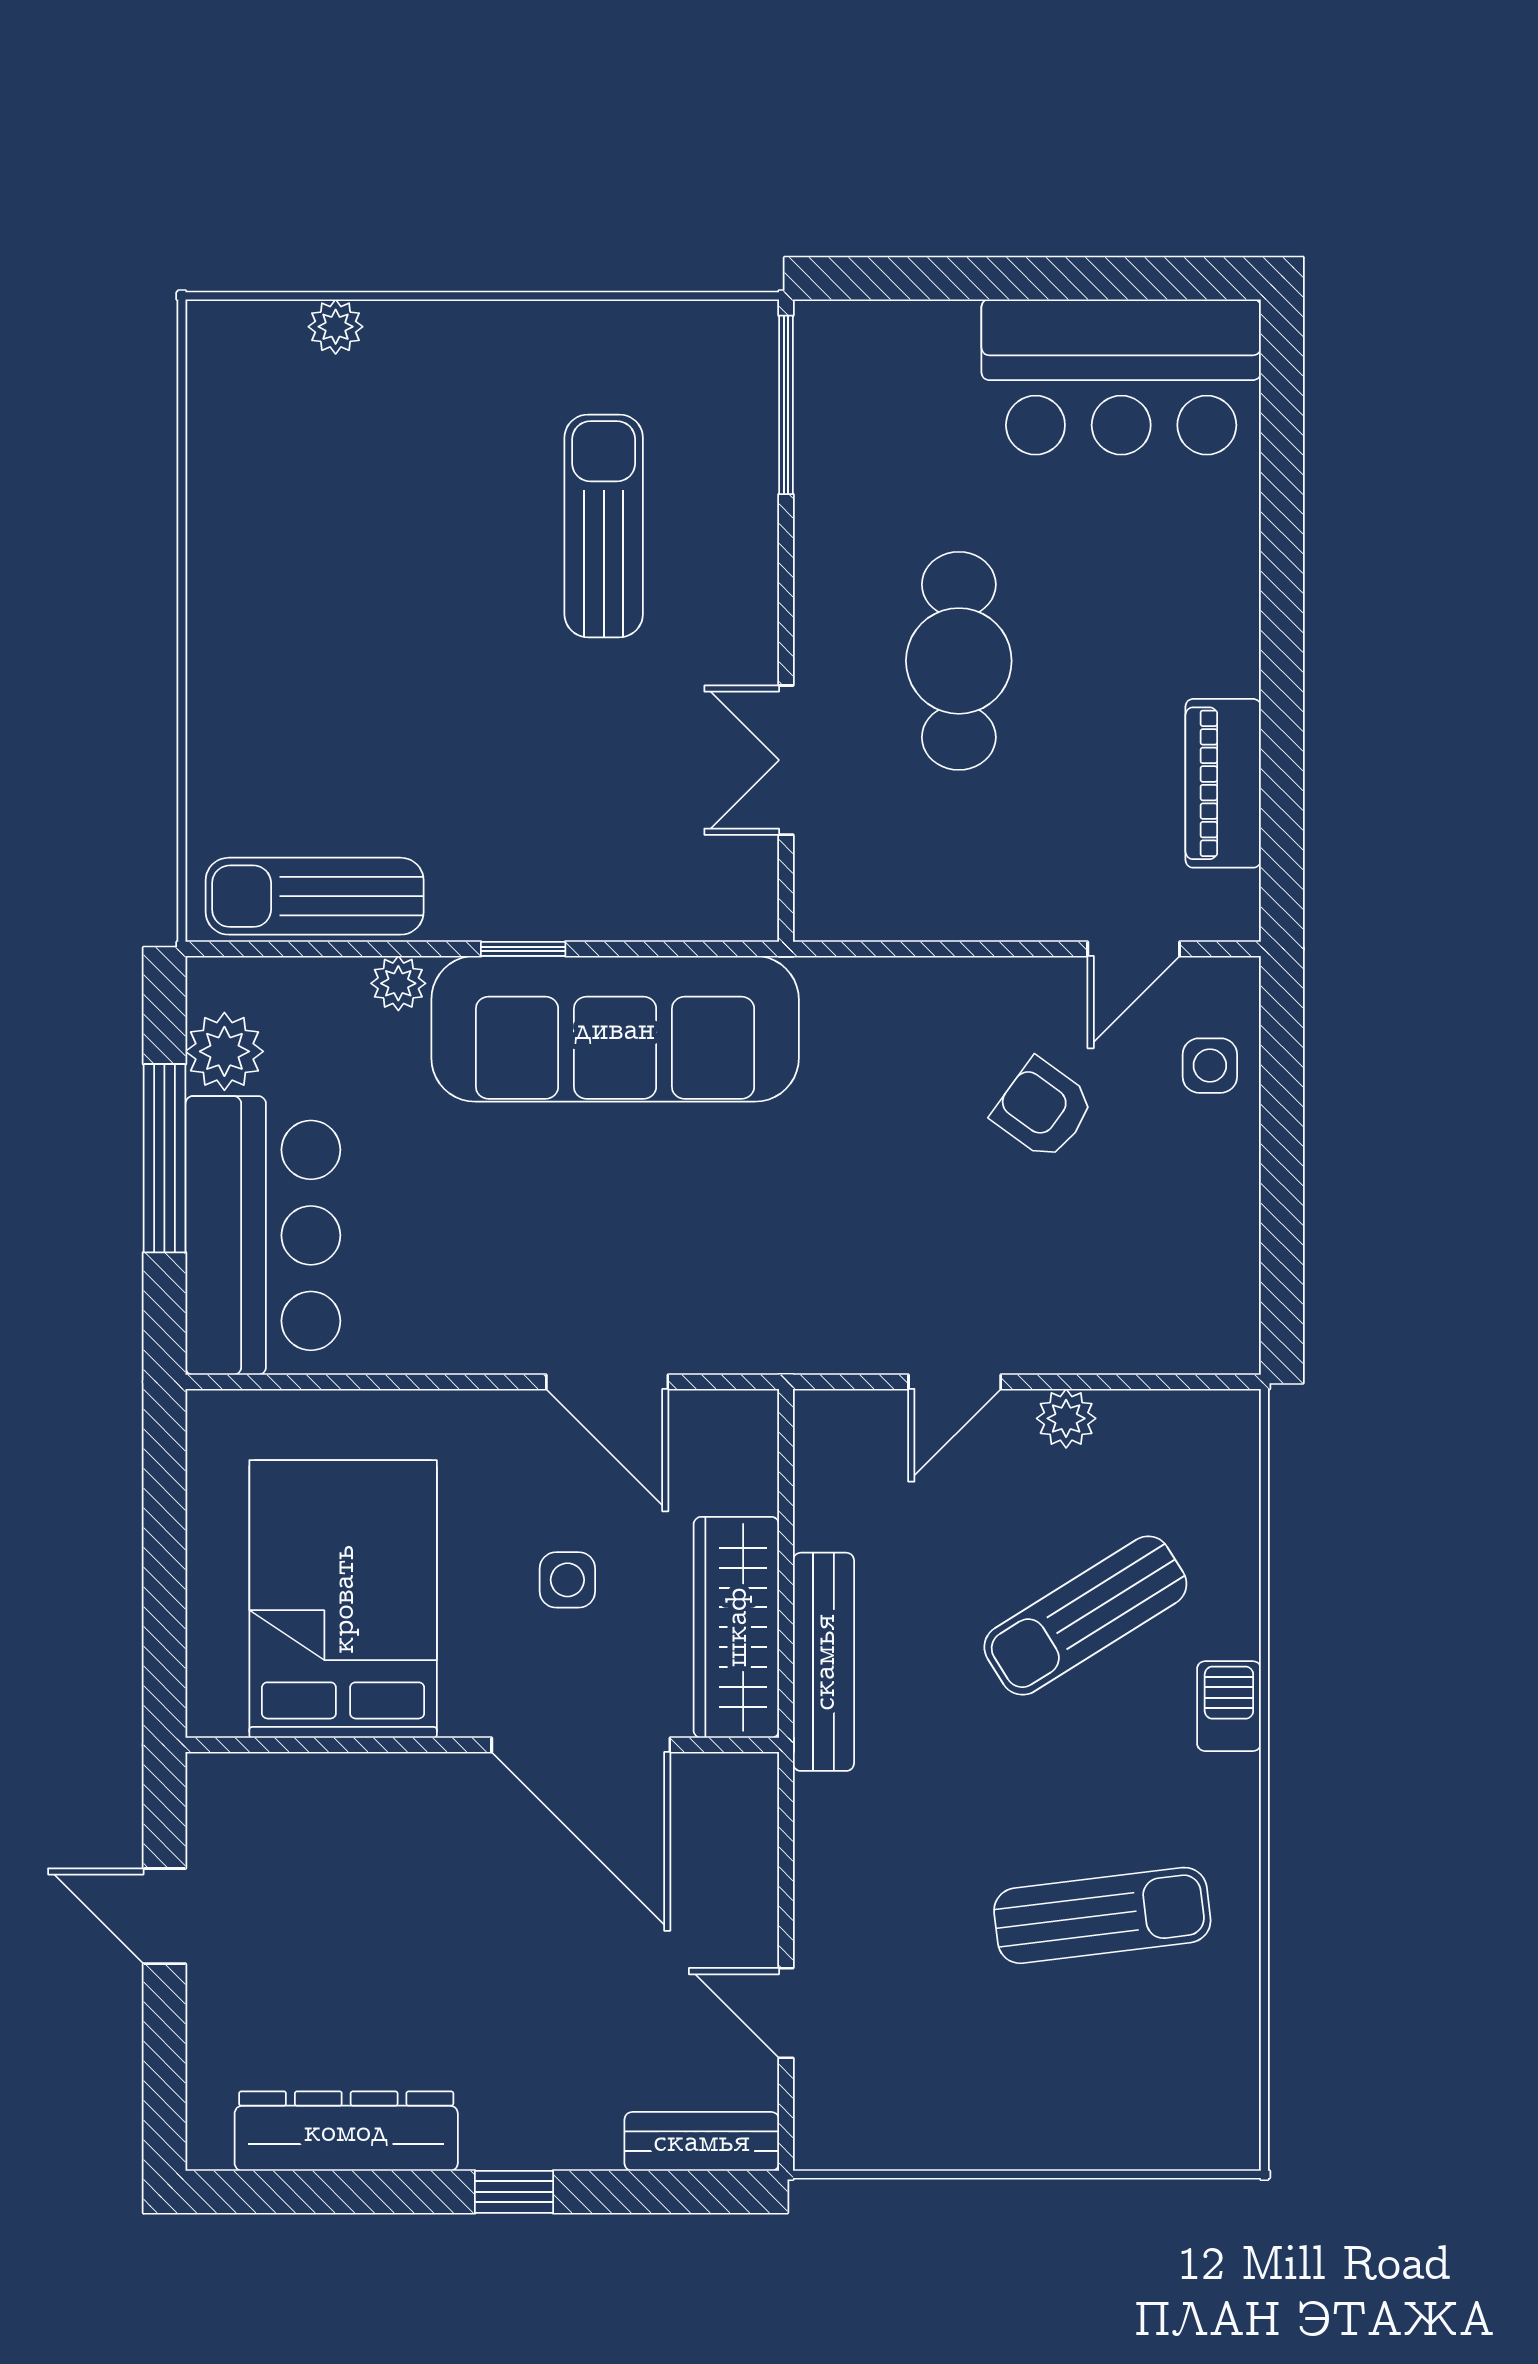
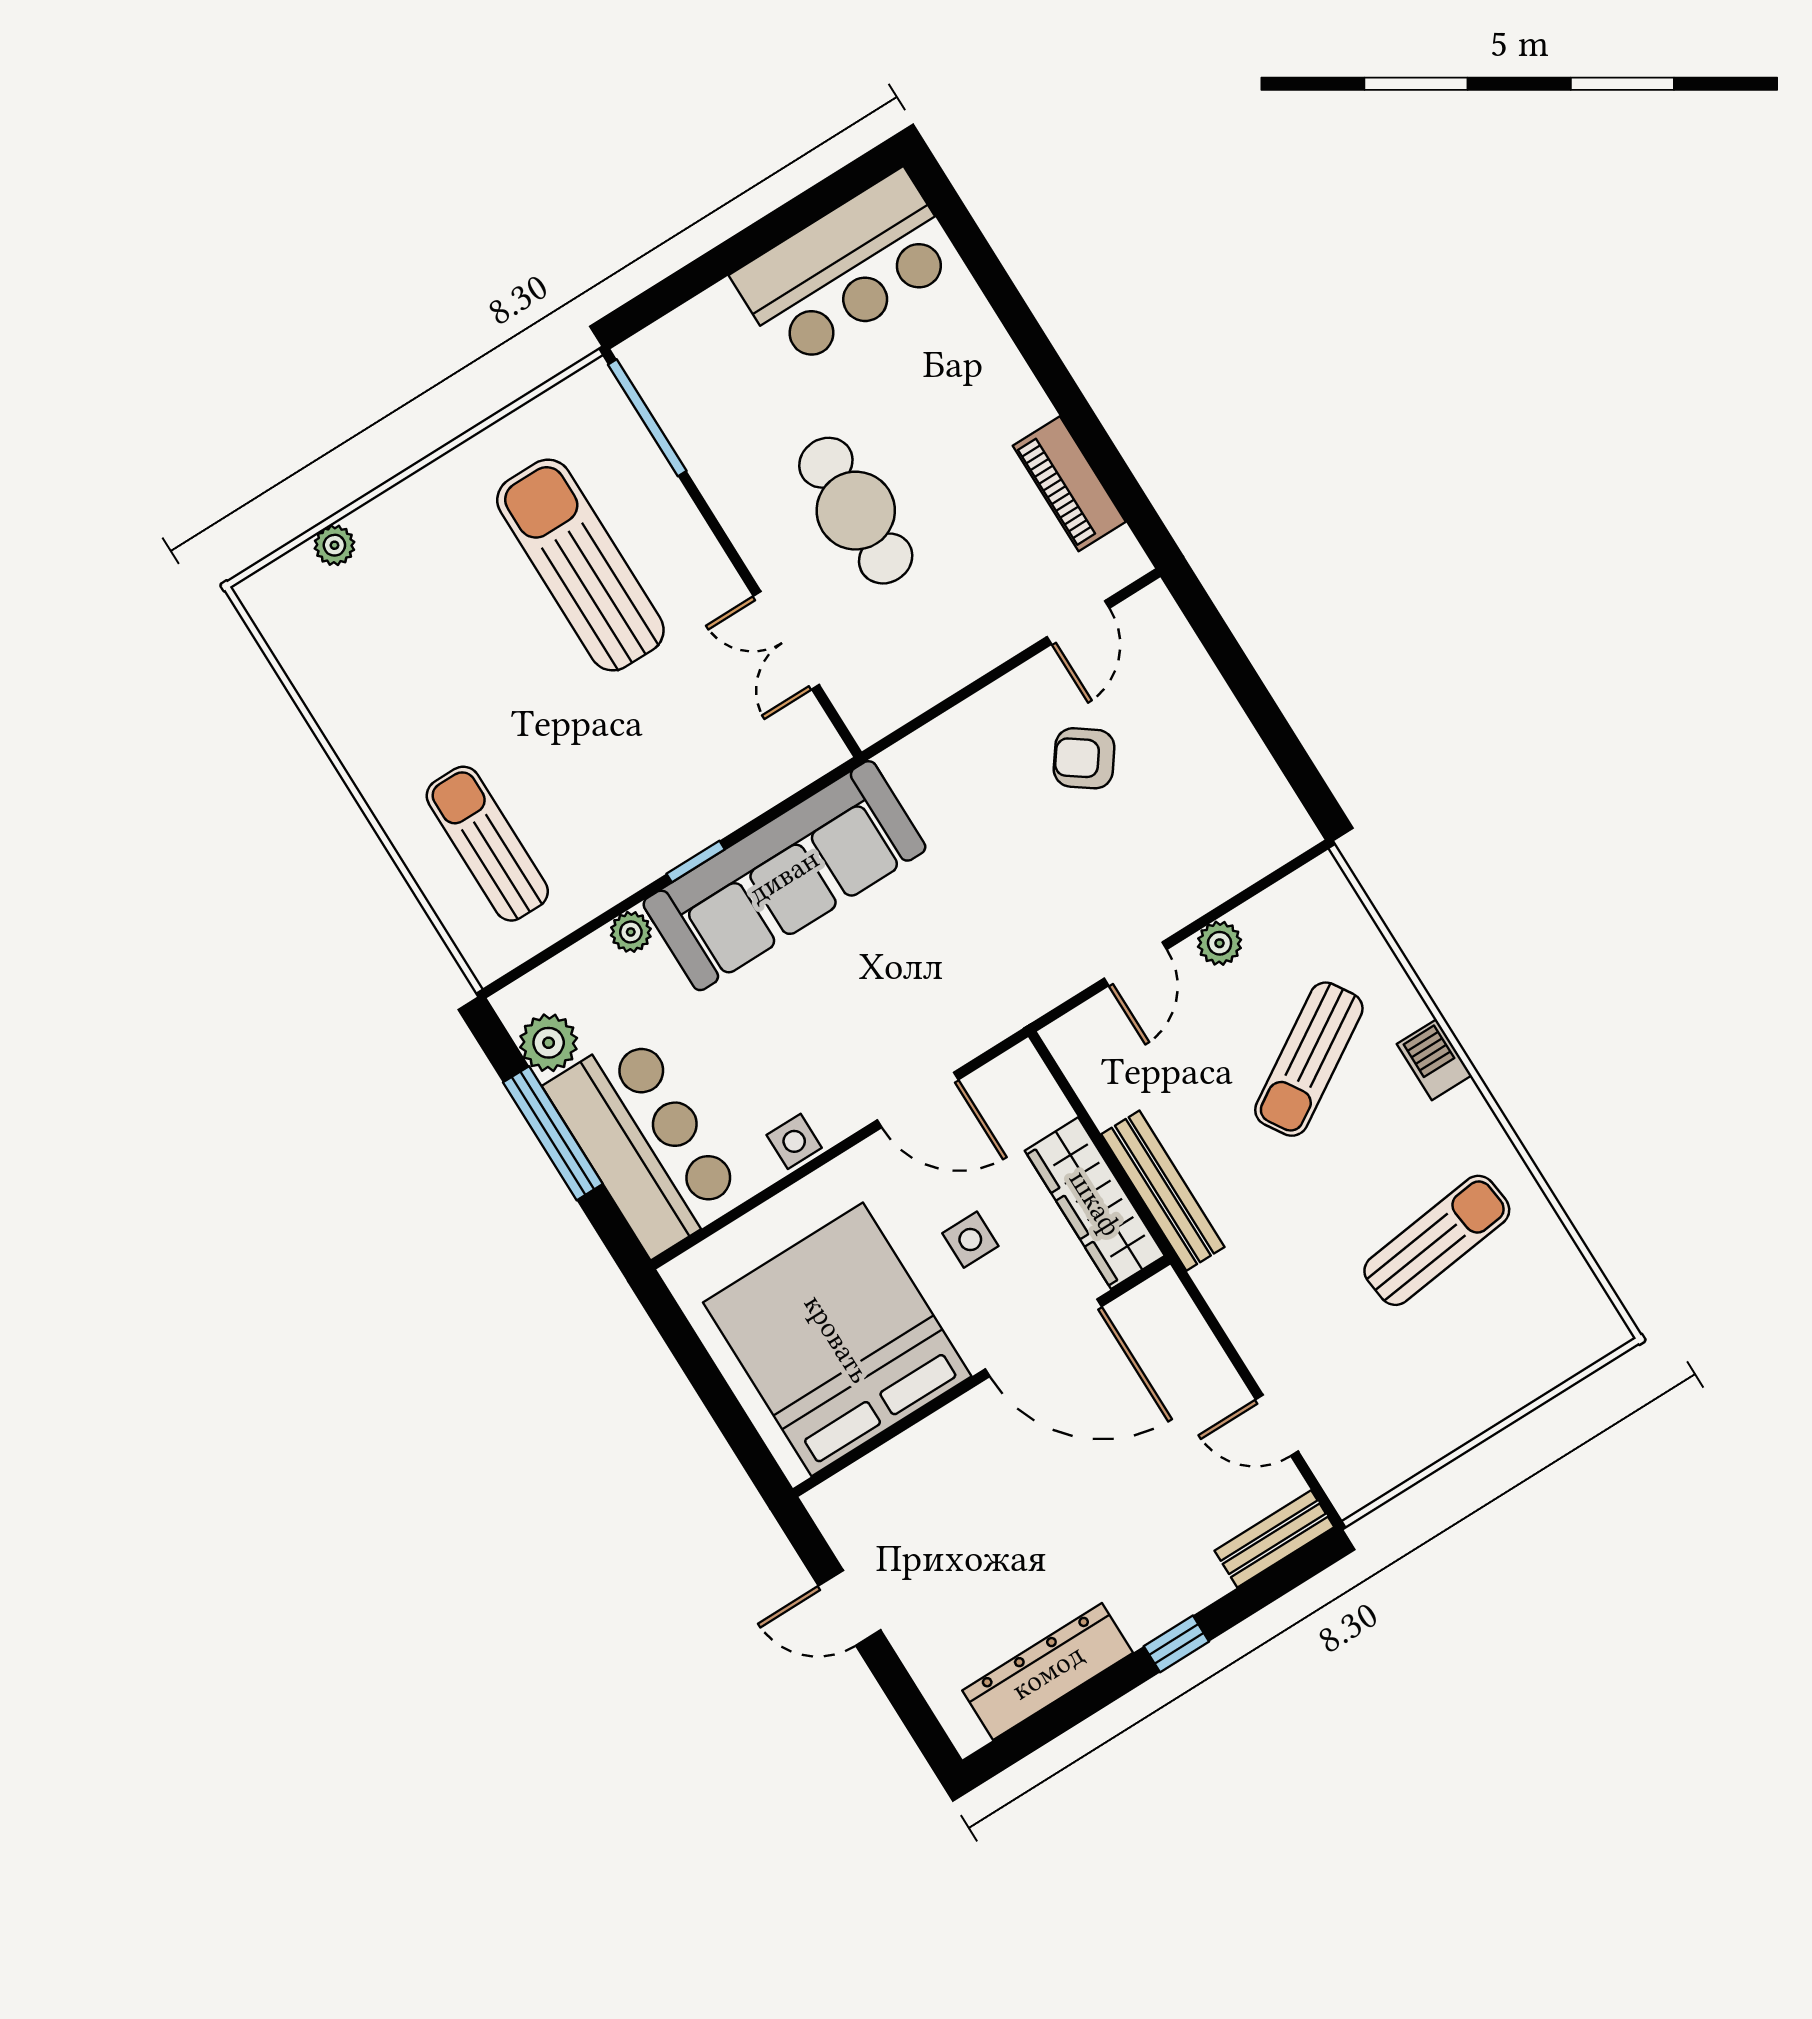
sun lounger: (604, 526) -> (580, 565), width x1.36, depth x1.34
sun lounger: (315, 896) -> (487, 844), moved, turned 90
side table: (1210, 1066) -> (794, 1141), moved
bed: (343, 1599) -> (837, 1339), width x1.36

